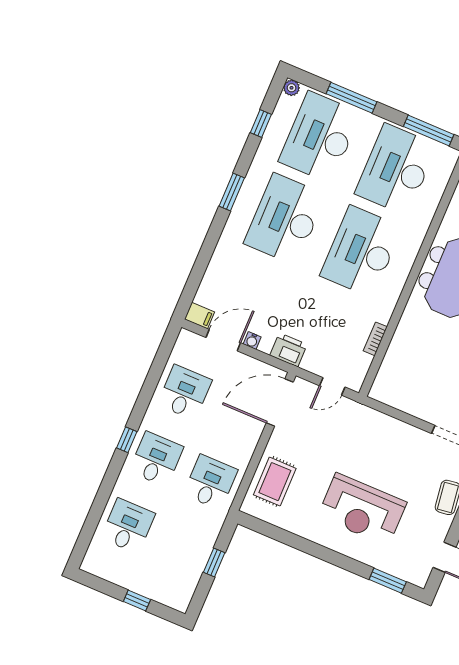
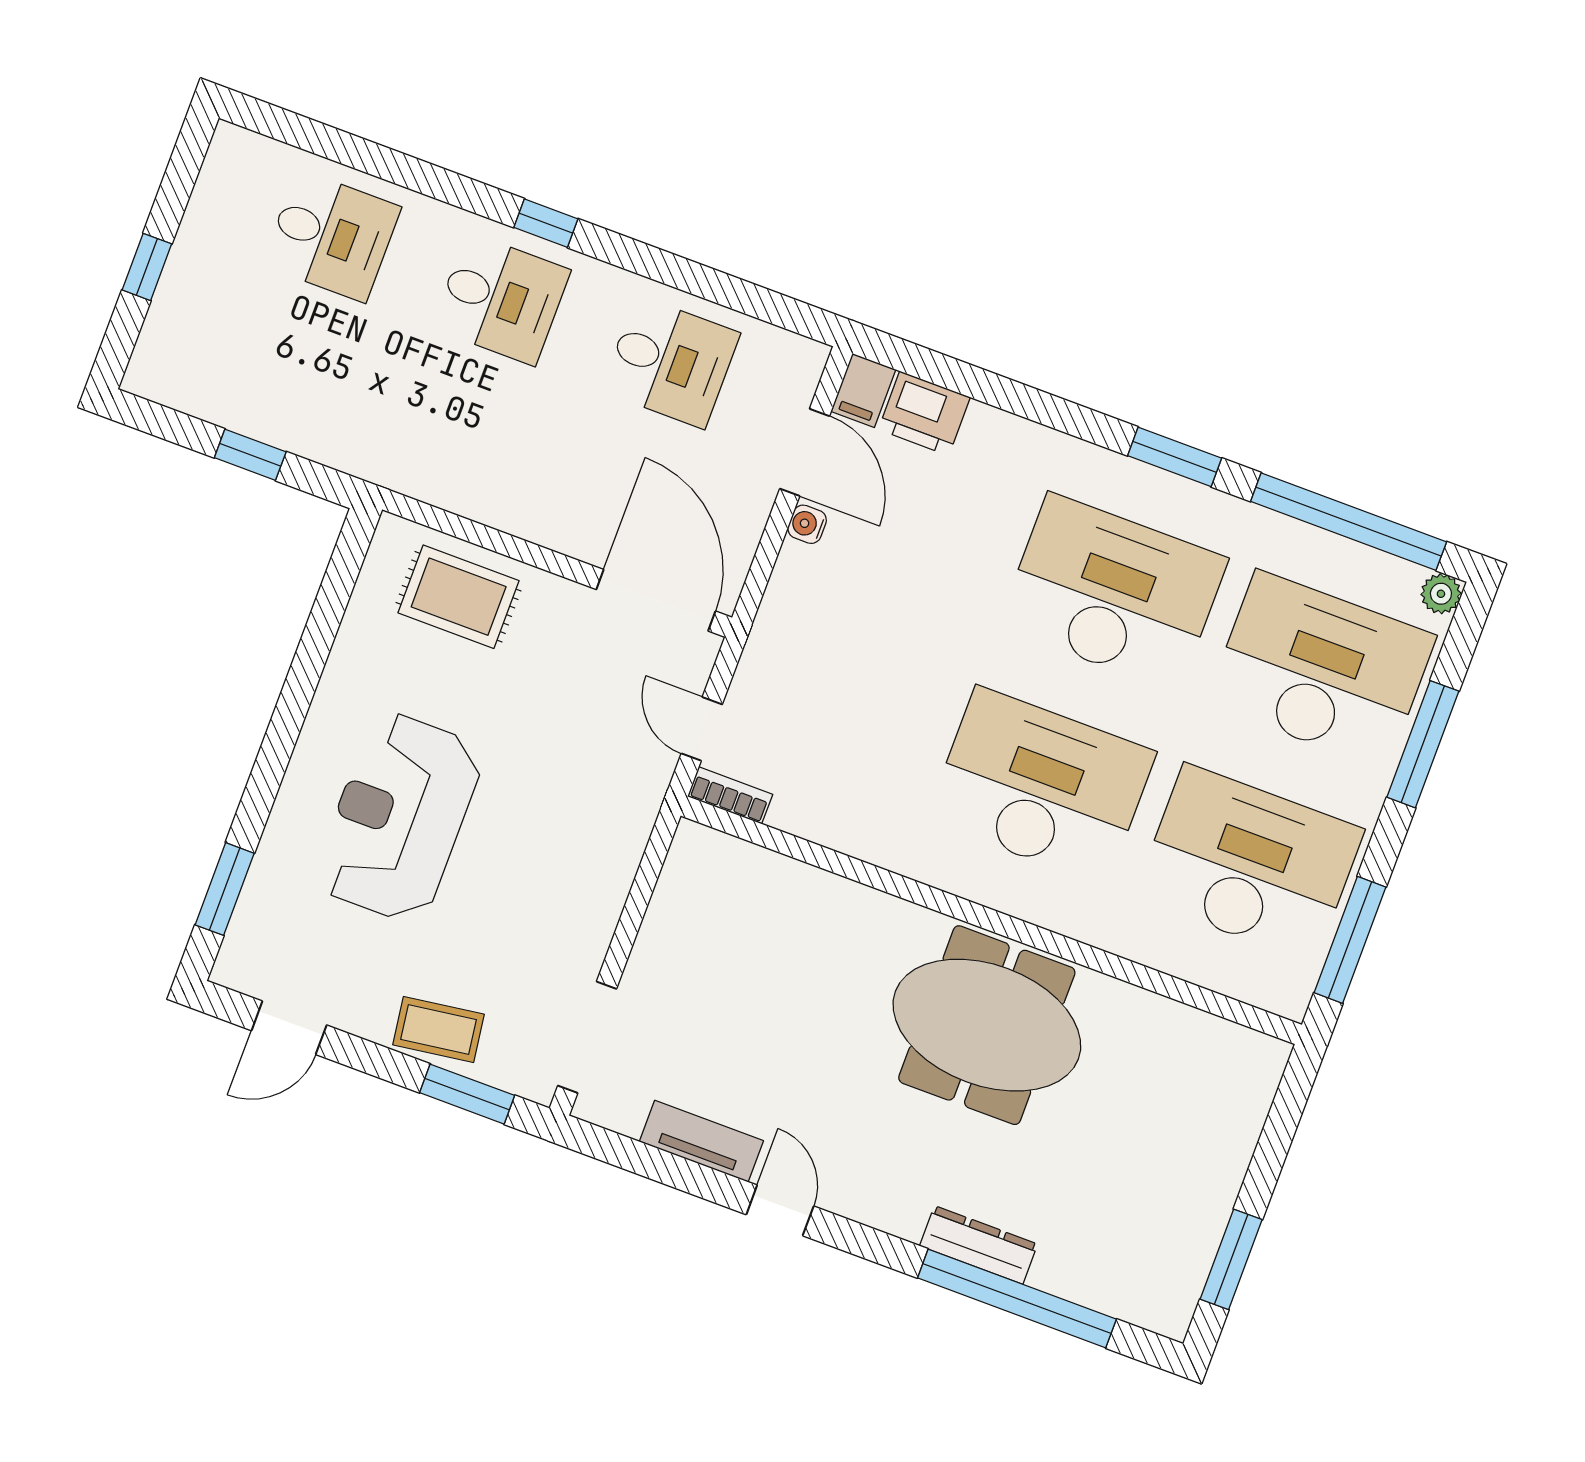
window: (261, 123) -> (1349, 522), width x3.17
bookcase: (375, 339) -> (730, 795), moved
printer: (288, 350) -> (924, 413), moved, turned 90
desk: (210, 482) -> (450, 437), removed

